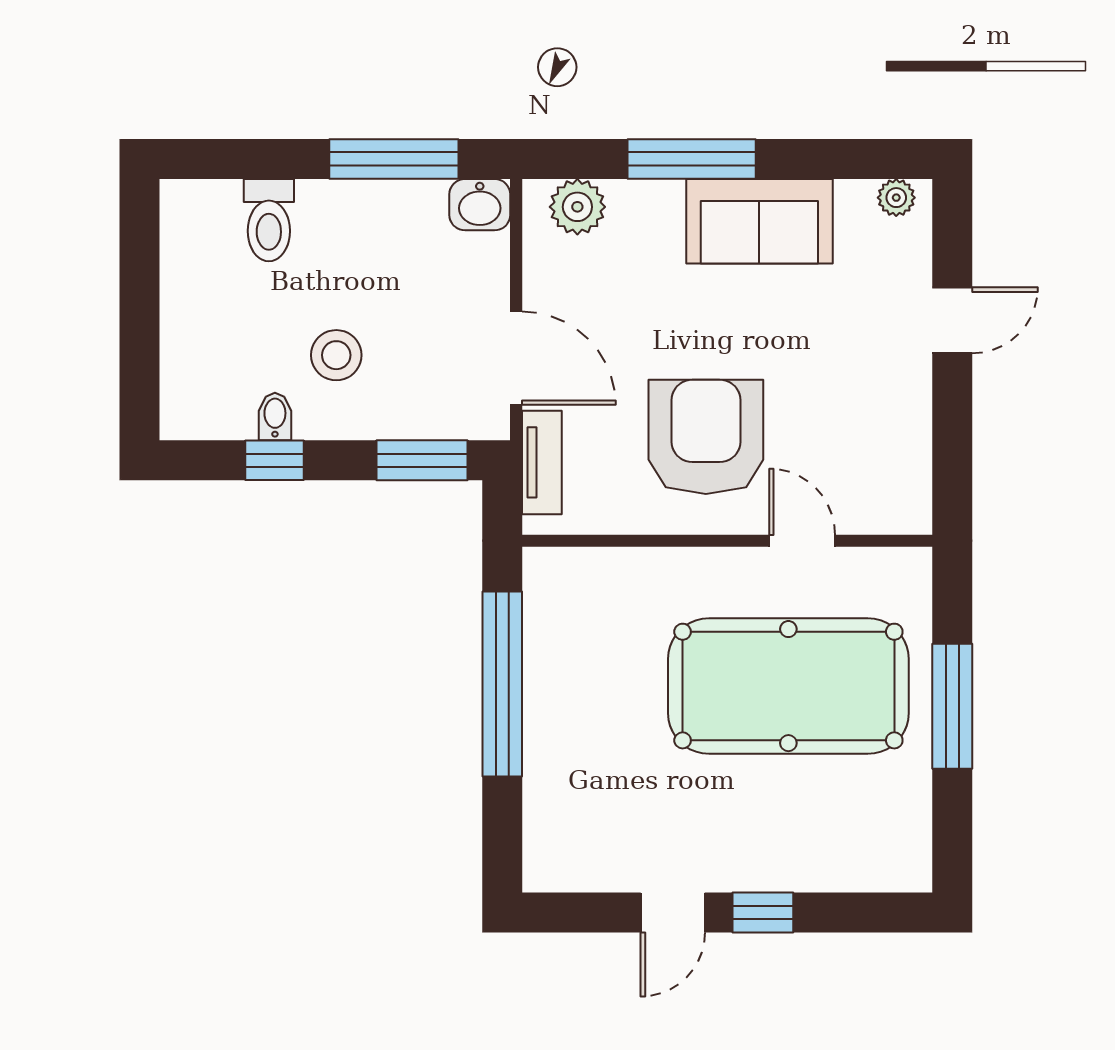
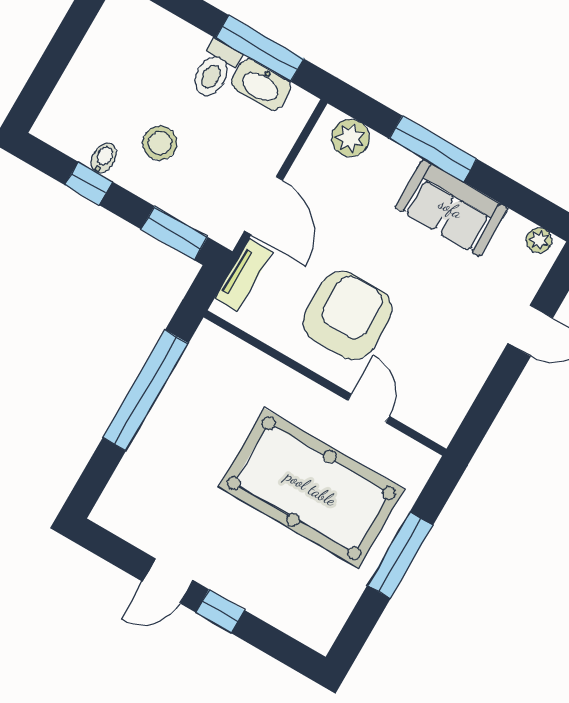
washbasin: (480, 205) -> (261, 85), moved, width x1.38
toilet: (269, 220) -> (215, 70), moved

